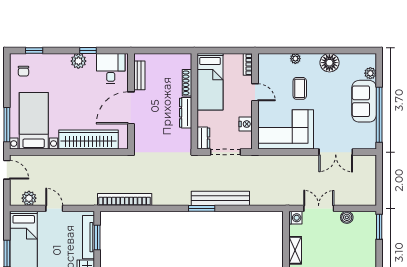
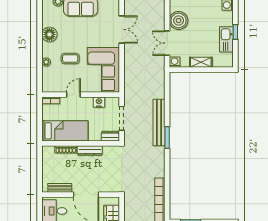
boiler: (347, 217) -> (179, 20), width x1.86, depth x1.86

